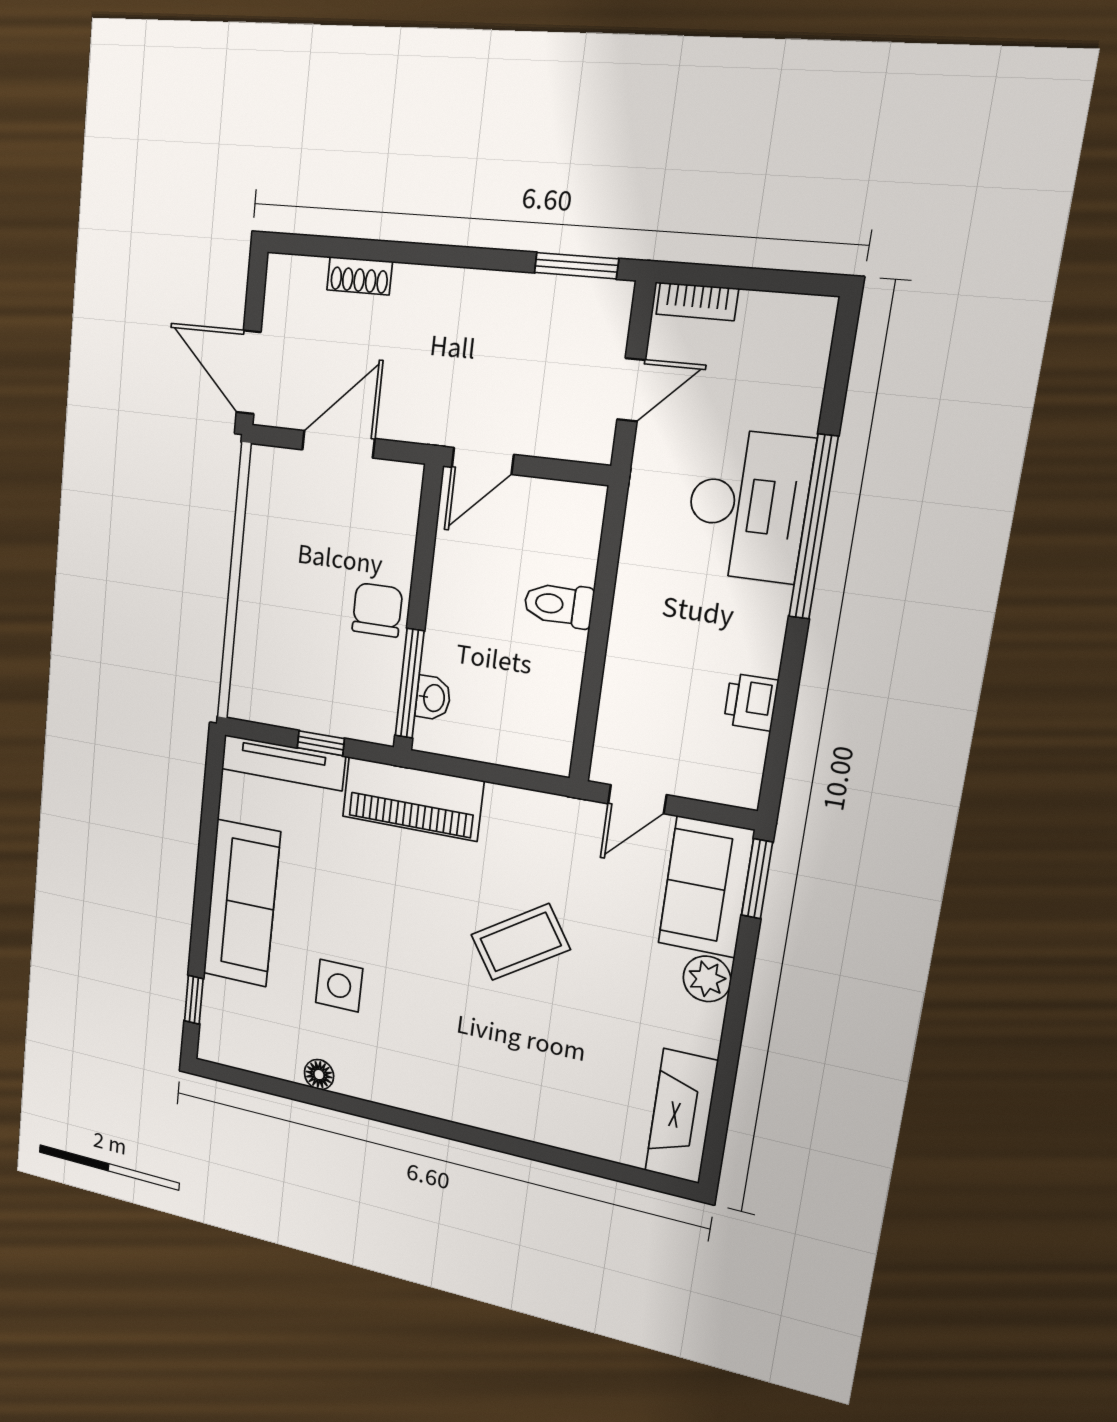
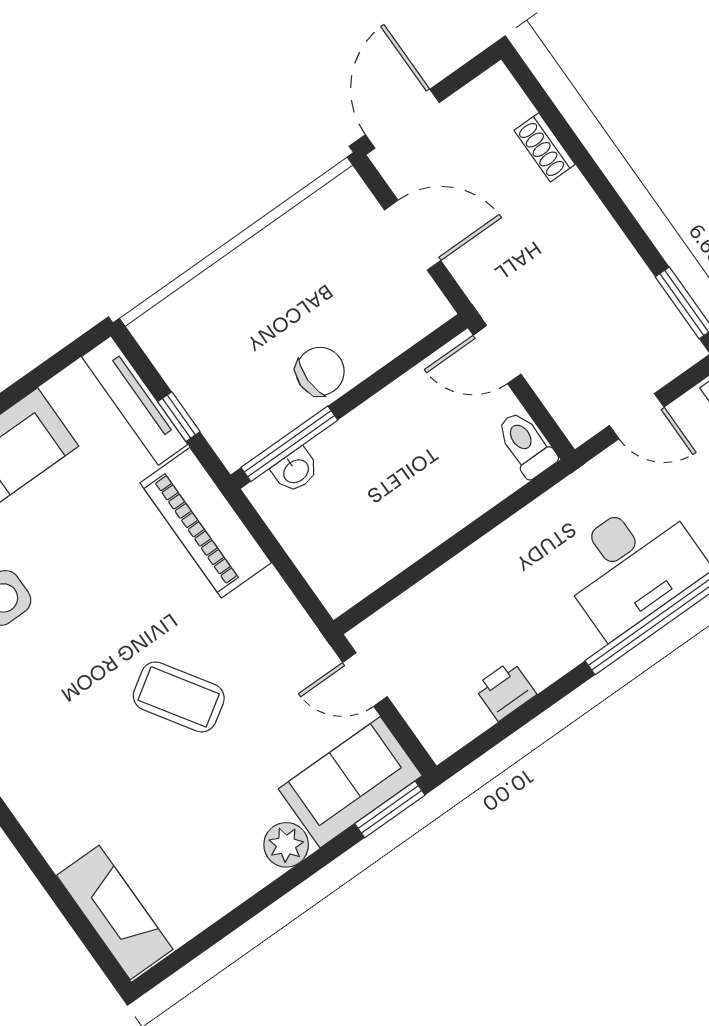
toilet: (559, 605) -> (526, 444), moved
fireplace: (681, 1116) -> (115, 912), moved, turned 90

